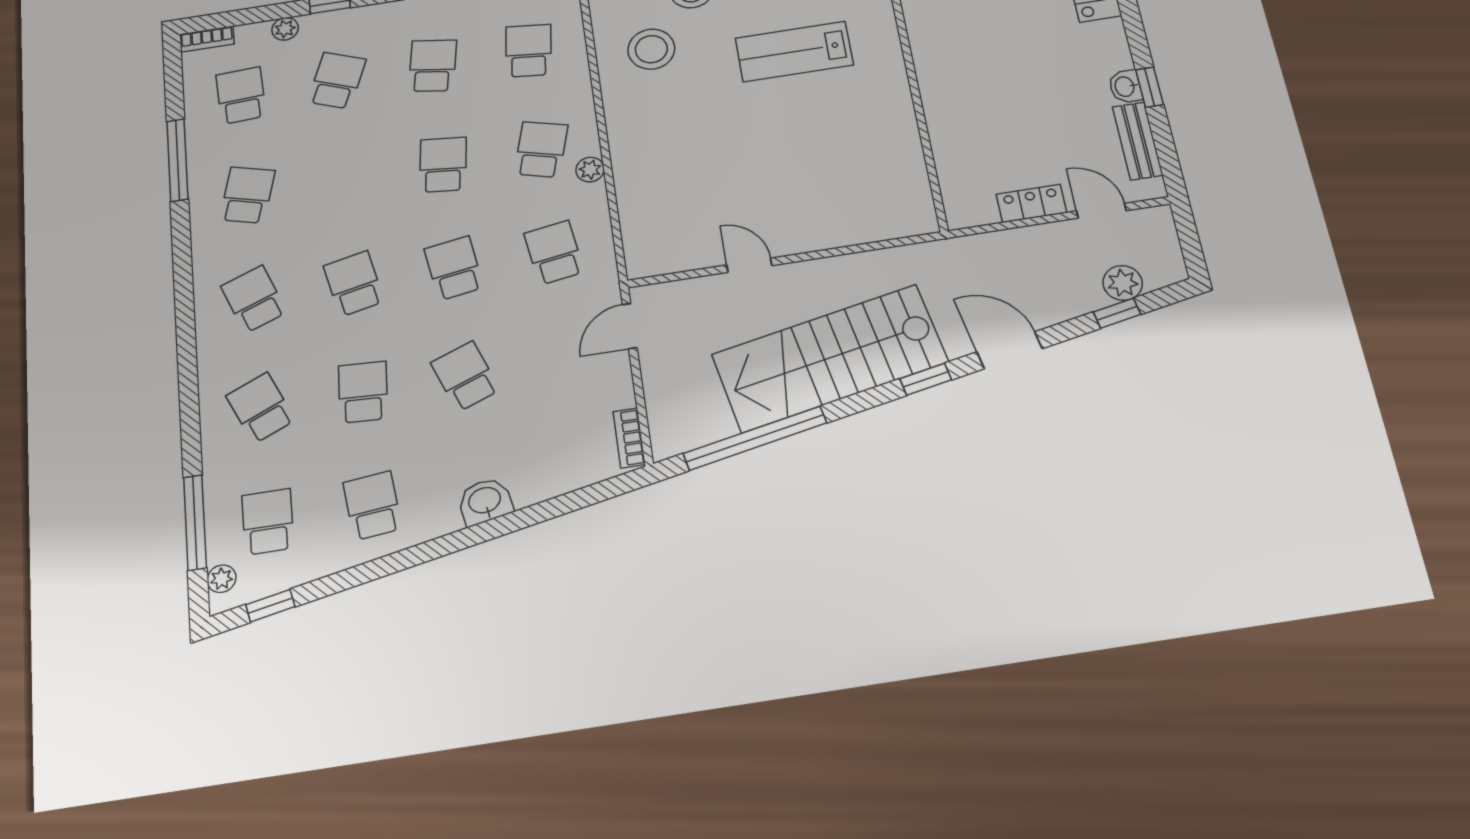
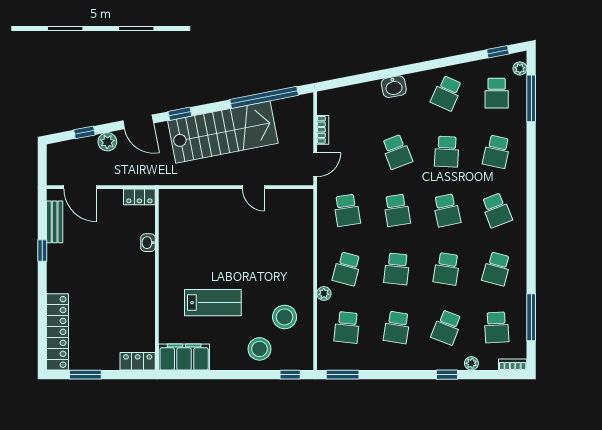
washbasin: (1125, 87) -> (148, 243), moved, turned 180
window: (177, 160) -> (531, 317), moved
plant: (590, 170) -> (324, 293), moved
school desk: (345, 180) -> (447, 269), added
locker: (1031, 203) -> (139, 197), moved
door: (1101, 211) -> (80, 187), width x1.38
plant: (1123, 283) -> (107, 142), moved
school desk: (261, 408) -> (497, 152), turned 36
bookcase: (629, 438) -> (323, 130), moved
school desk: (372, 506) -> (447, 93), turned 30

